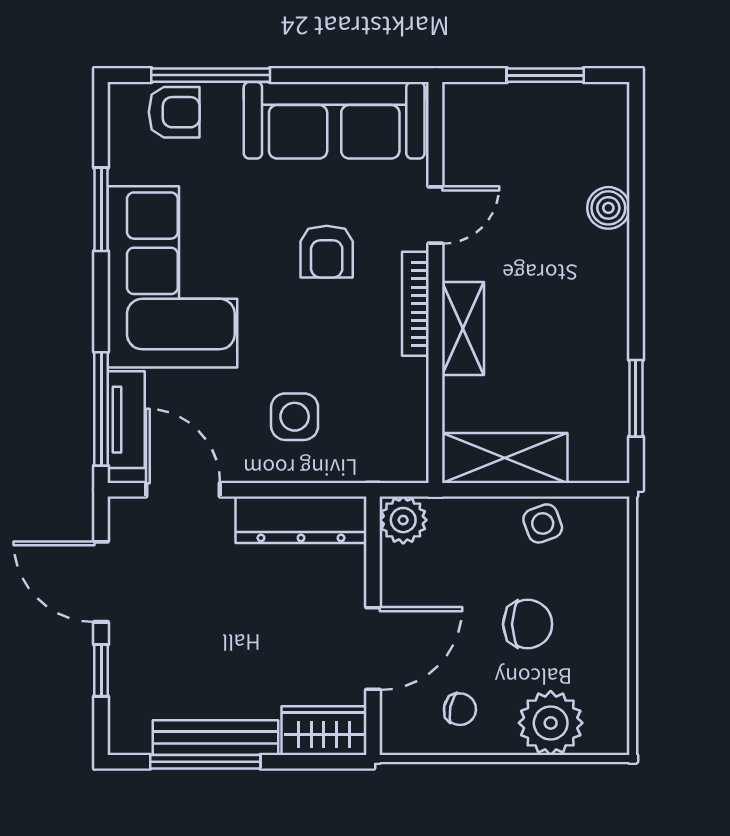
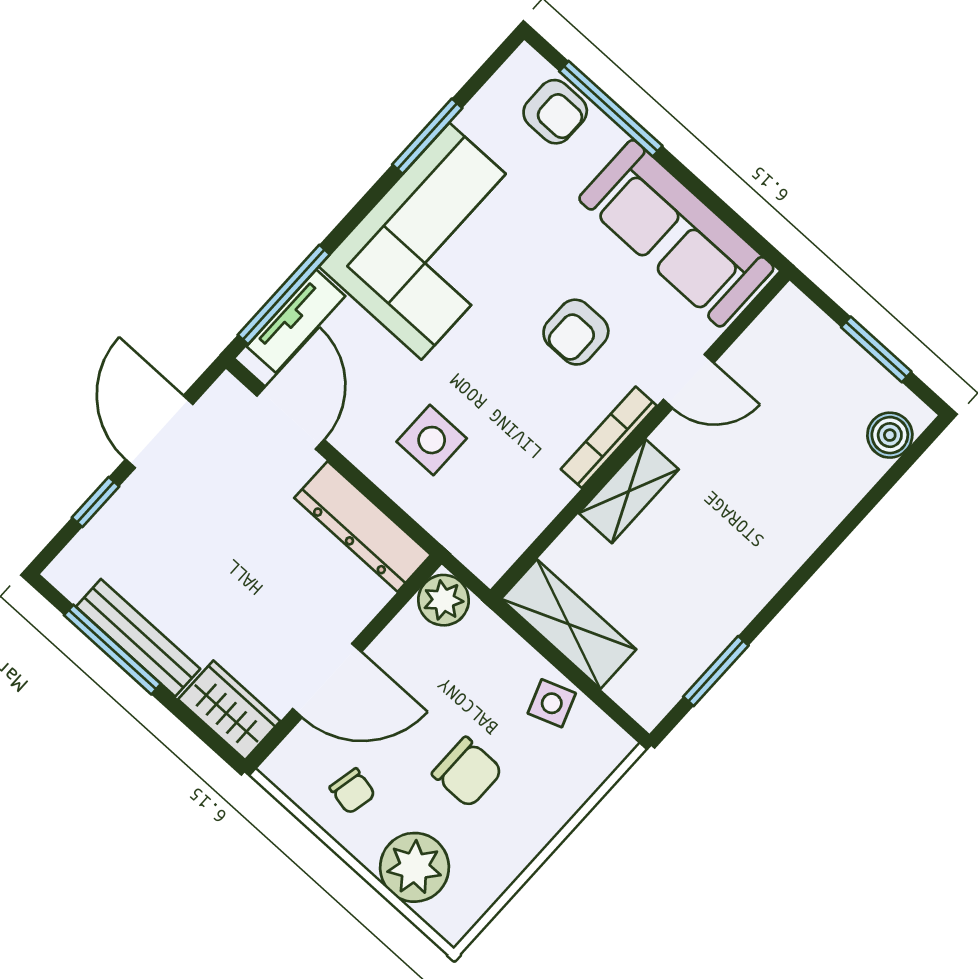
boiler: (608, 208) -> (890, 435), moved

